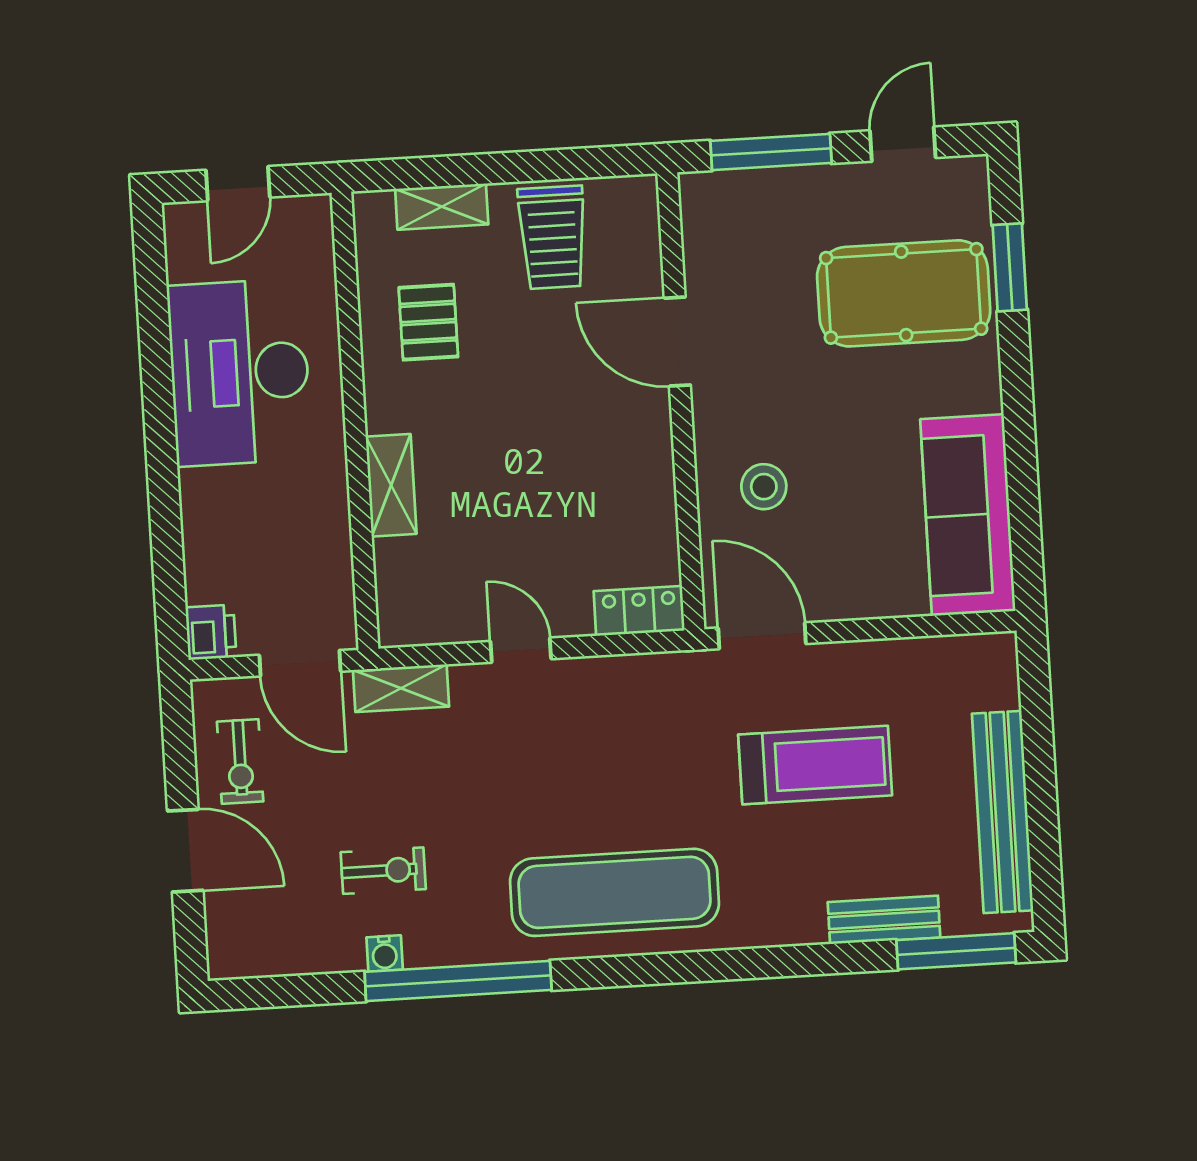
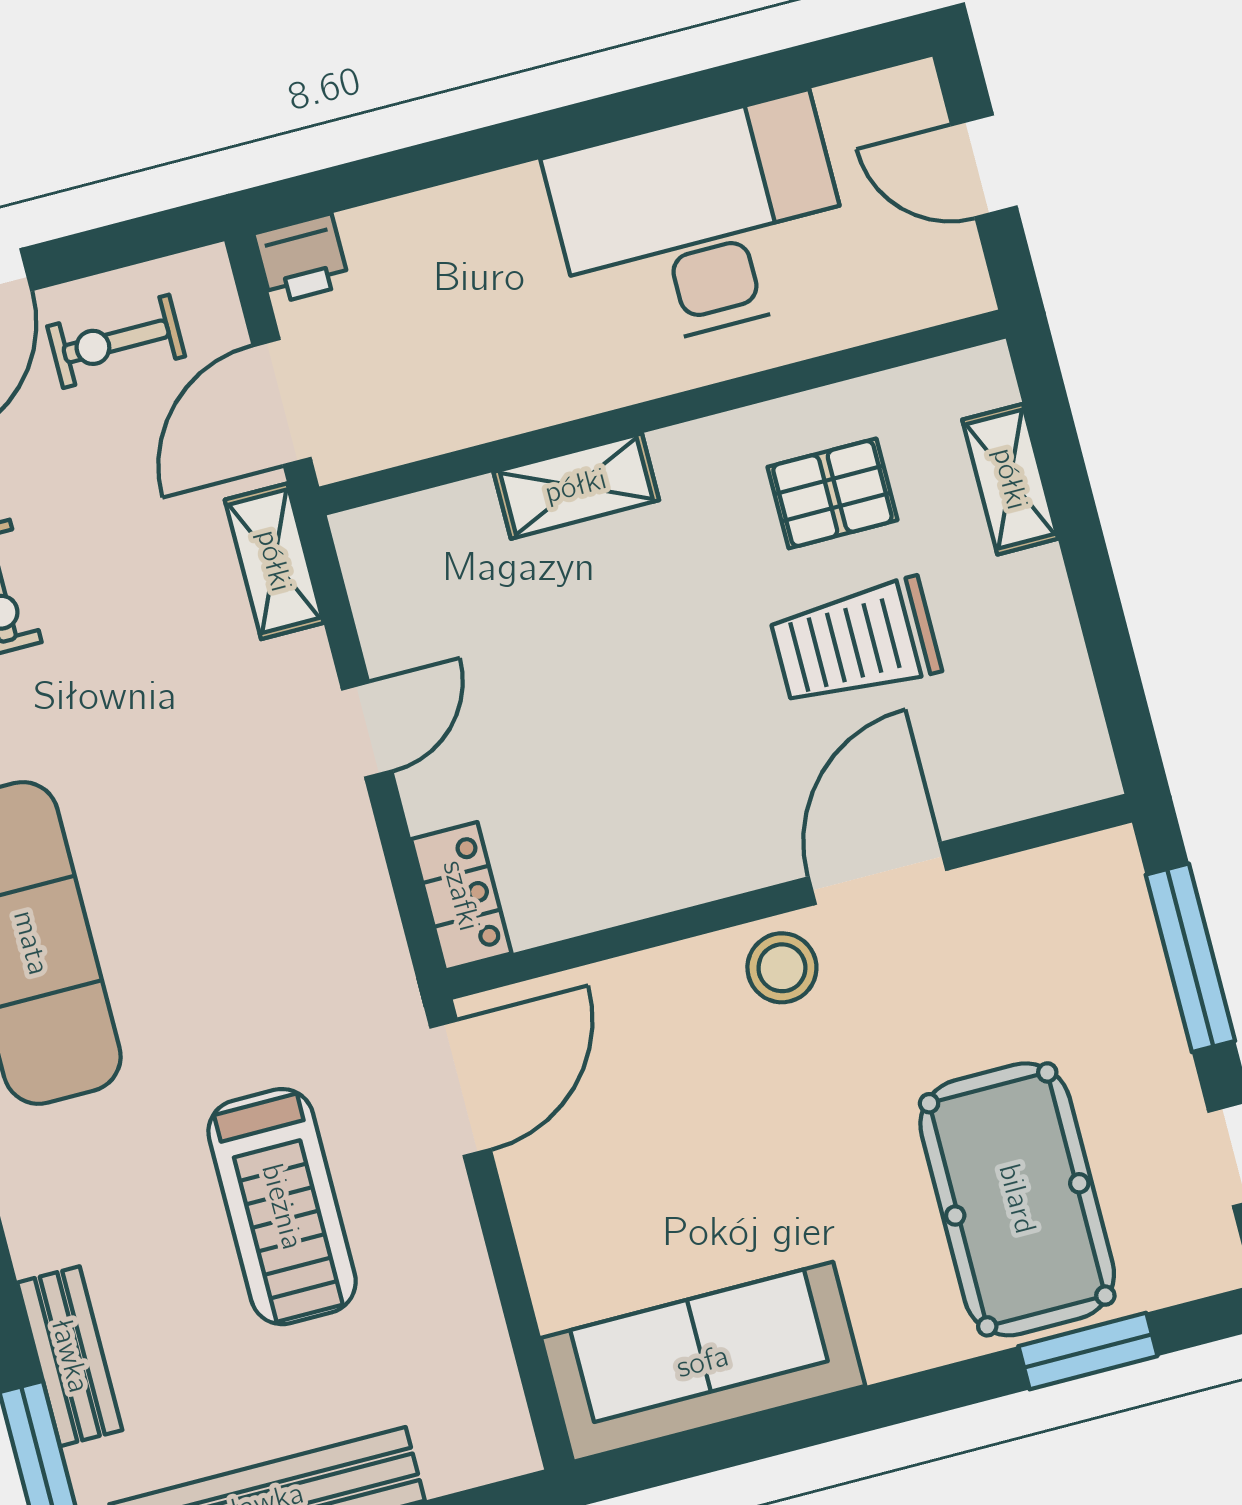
trolley: (553, 237) -> (855, 642), moved
stool: (764, 487) -> (782, 968), moved

